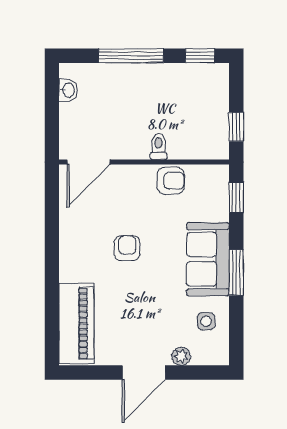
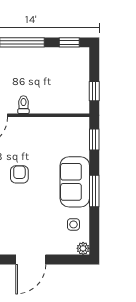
toilet: (159, 146) -> (23, 105), moved
armchair: (171, 181) -> (49, 128), removed
plant: (181, 356) -> (83, 248), moved

